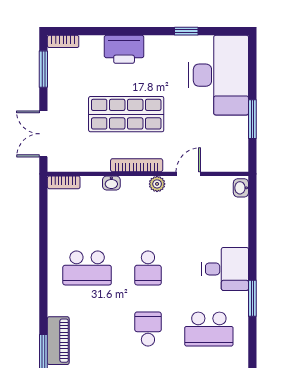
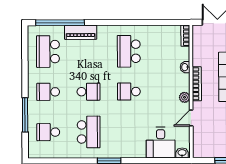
door: (188, 174) -> (191, 118), swing flipped
desk: (225, 269) -> (161, 142), moved
school desk: (209, 329) -> (89, 132), turned 180

